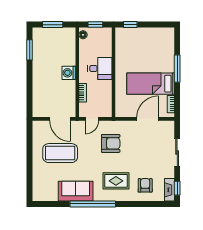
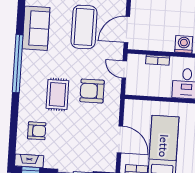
armchair: (111, 143) -> (92, 91), turned 90
rug: (116, 181) -> (57, 94), moved
sofa: (76, 191) -> (36, 28), moved

